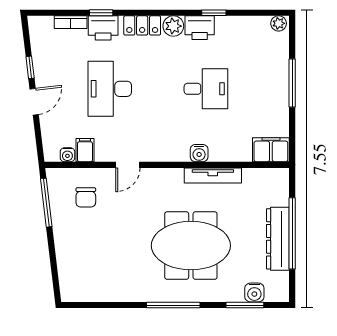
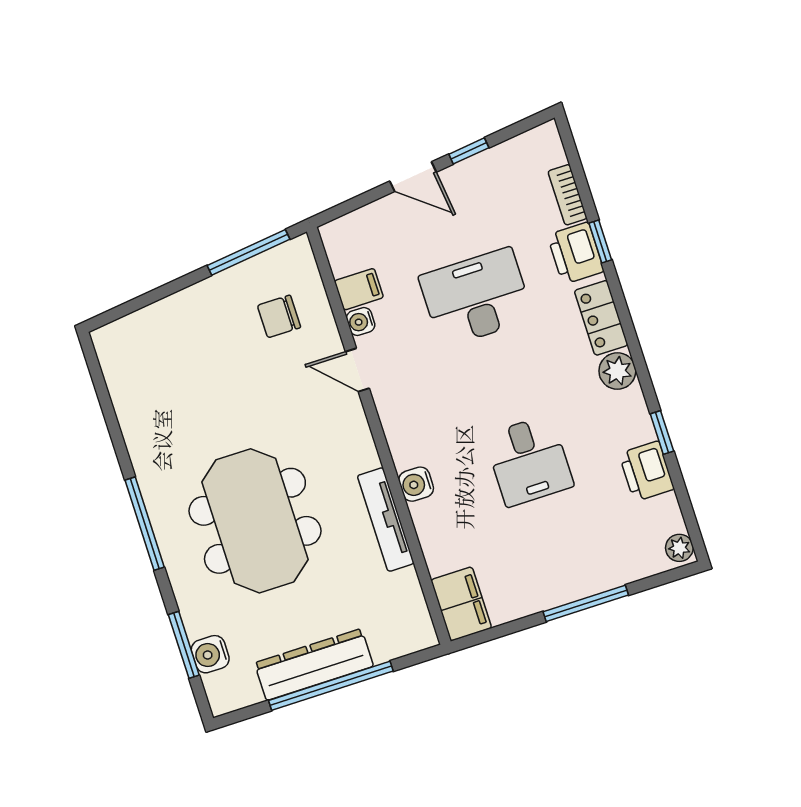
printer: (200, 28) -> (647, 471), moved
water cooler: (67, 155) -> (361, 321), moved

